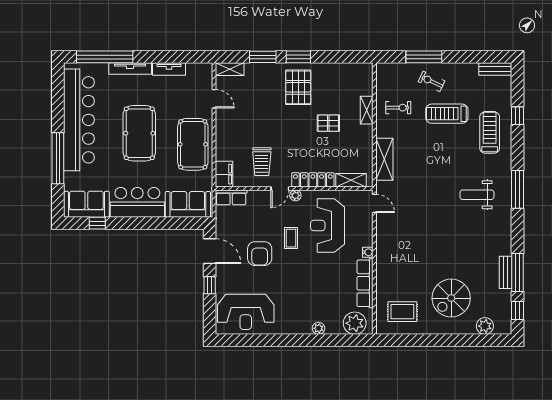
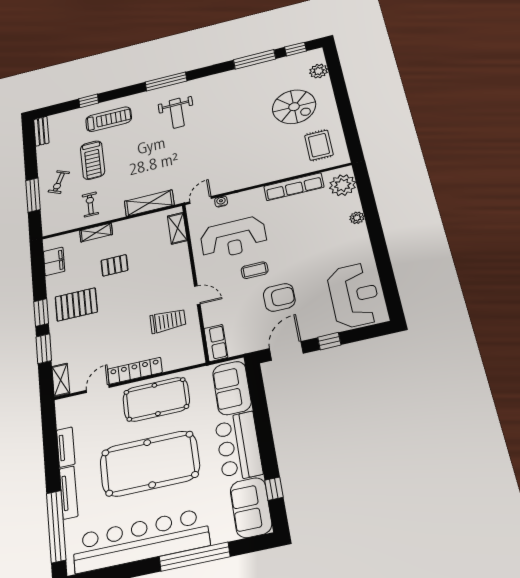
pallet: (328, 123) -> (114, 265), turned 90
treadmill: (490, 132) -> (109, 119), turned 180
pool table: (139, 133) -> (150, 464), width x1.36, depth x1.32
filing cabinet: (224, 174) -> (54, 261), moved, turned 90
locker: (313, 180) -> (135, 371), moved, turned 90
plant: (295, 195) -> (203, 278), removed
water cooler: (368, 252) -> (221, 202), moved
bench: (506, 272) -> (256, 69), removed

